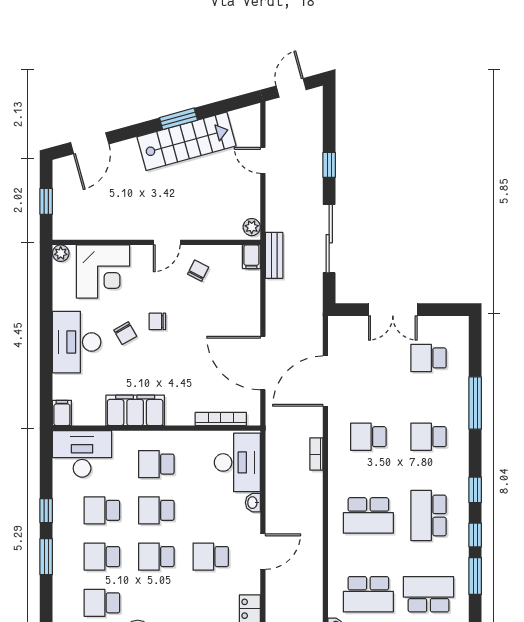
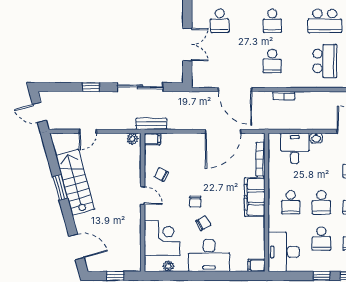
plant: (61, 253) -> (168, 266), moved
filing cabinet: (135, 410) -> (255, 197), moved
desk: (237, 462) -> (295, 148), width x0.73

